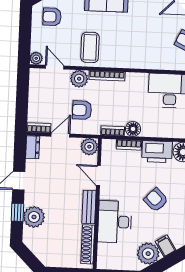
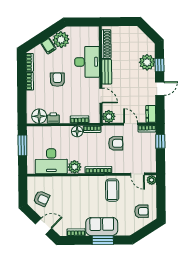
plant: (79, 79) -> (75, 167), moved
window: (22, 110) -> (160, 141), added
door: (60, 135) -> (131, 124), swing flipped
printer: (157, 152) -> (53, 118), width x0.53, depth x0.68
armchair: (156, 200) -> (57, 80), turned -134

